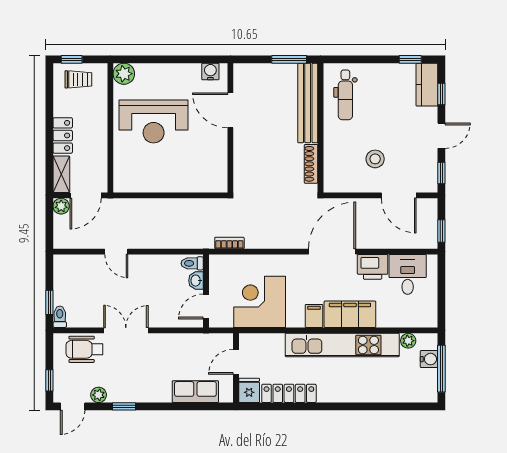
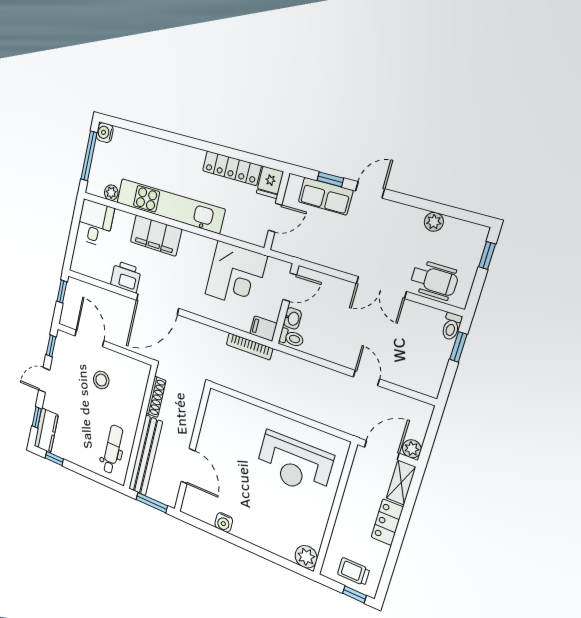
door: (230, 110) -> (188, 466), moved
reception desk: (154, 121) -> (294, 464), moved, turned 180
wall: (230, 128) -> (192, 450), moved
bookcase: (229, 243) -> (249, 346), width x1.56
desk: (408, 274) -> (95, 223), moved, turned 180
filing cabinet: (314, 316) -> (263, 329), moved, turned 90
water cooler: (429, 359) -> (105, 133), moved
door: (73, 406) -> (370, 190), moved
window: (124, 406) -> (330, 179), moved

